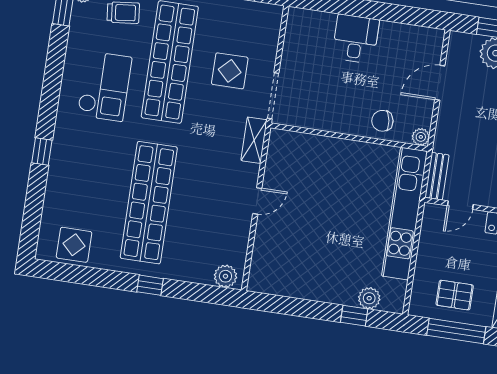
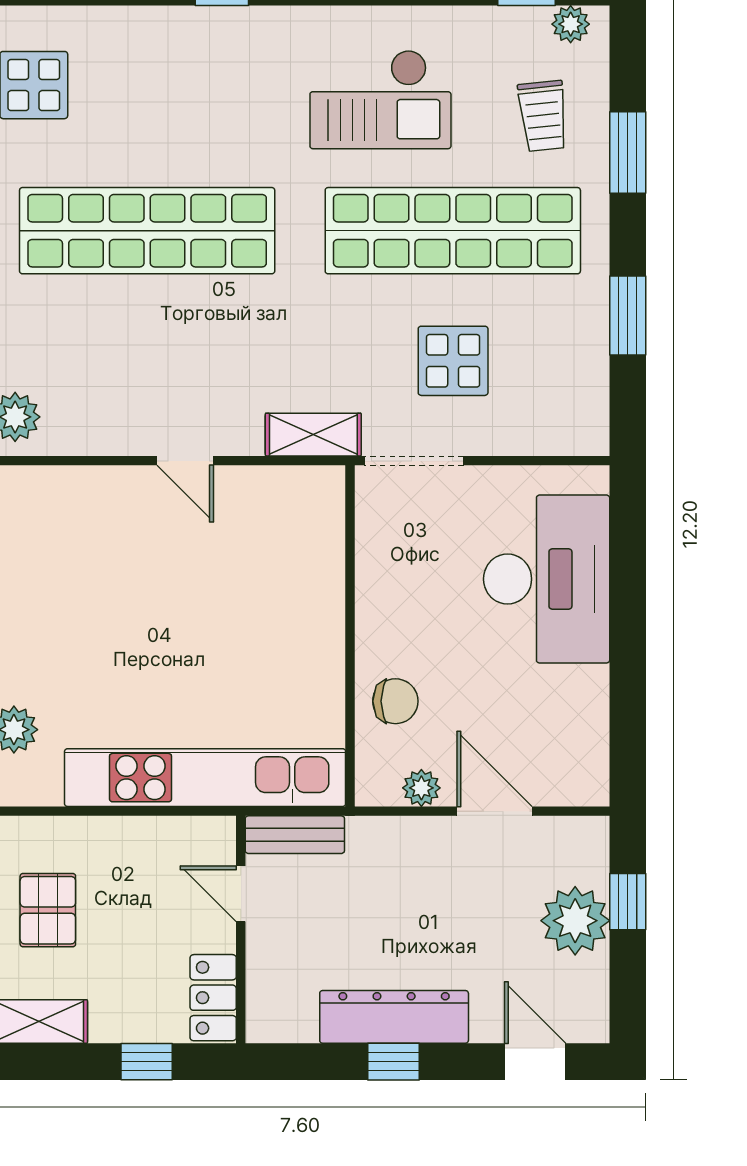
desk: (356, 39) -> (547, 579), width x1.87, depth x1.30
chair: (382, 121) -> (395, 701), turned 99
plant: (421, 137) -> (421, 788), moved

